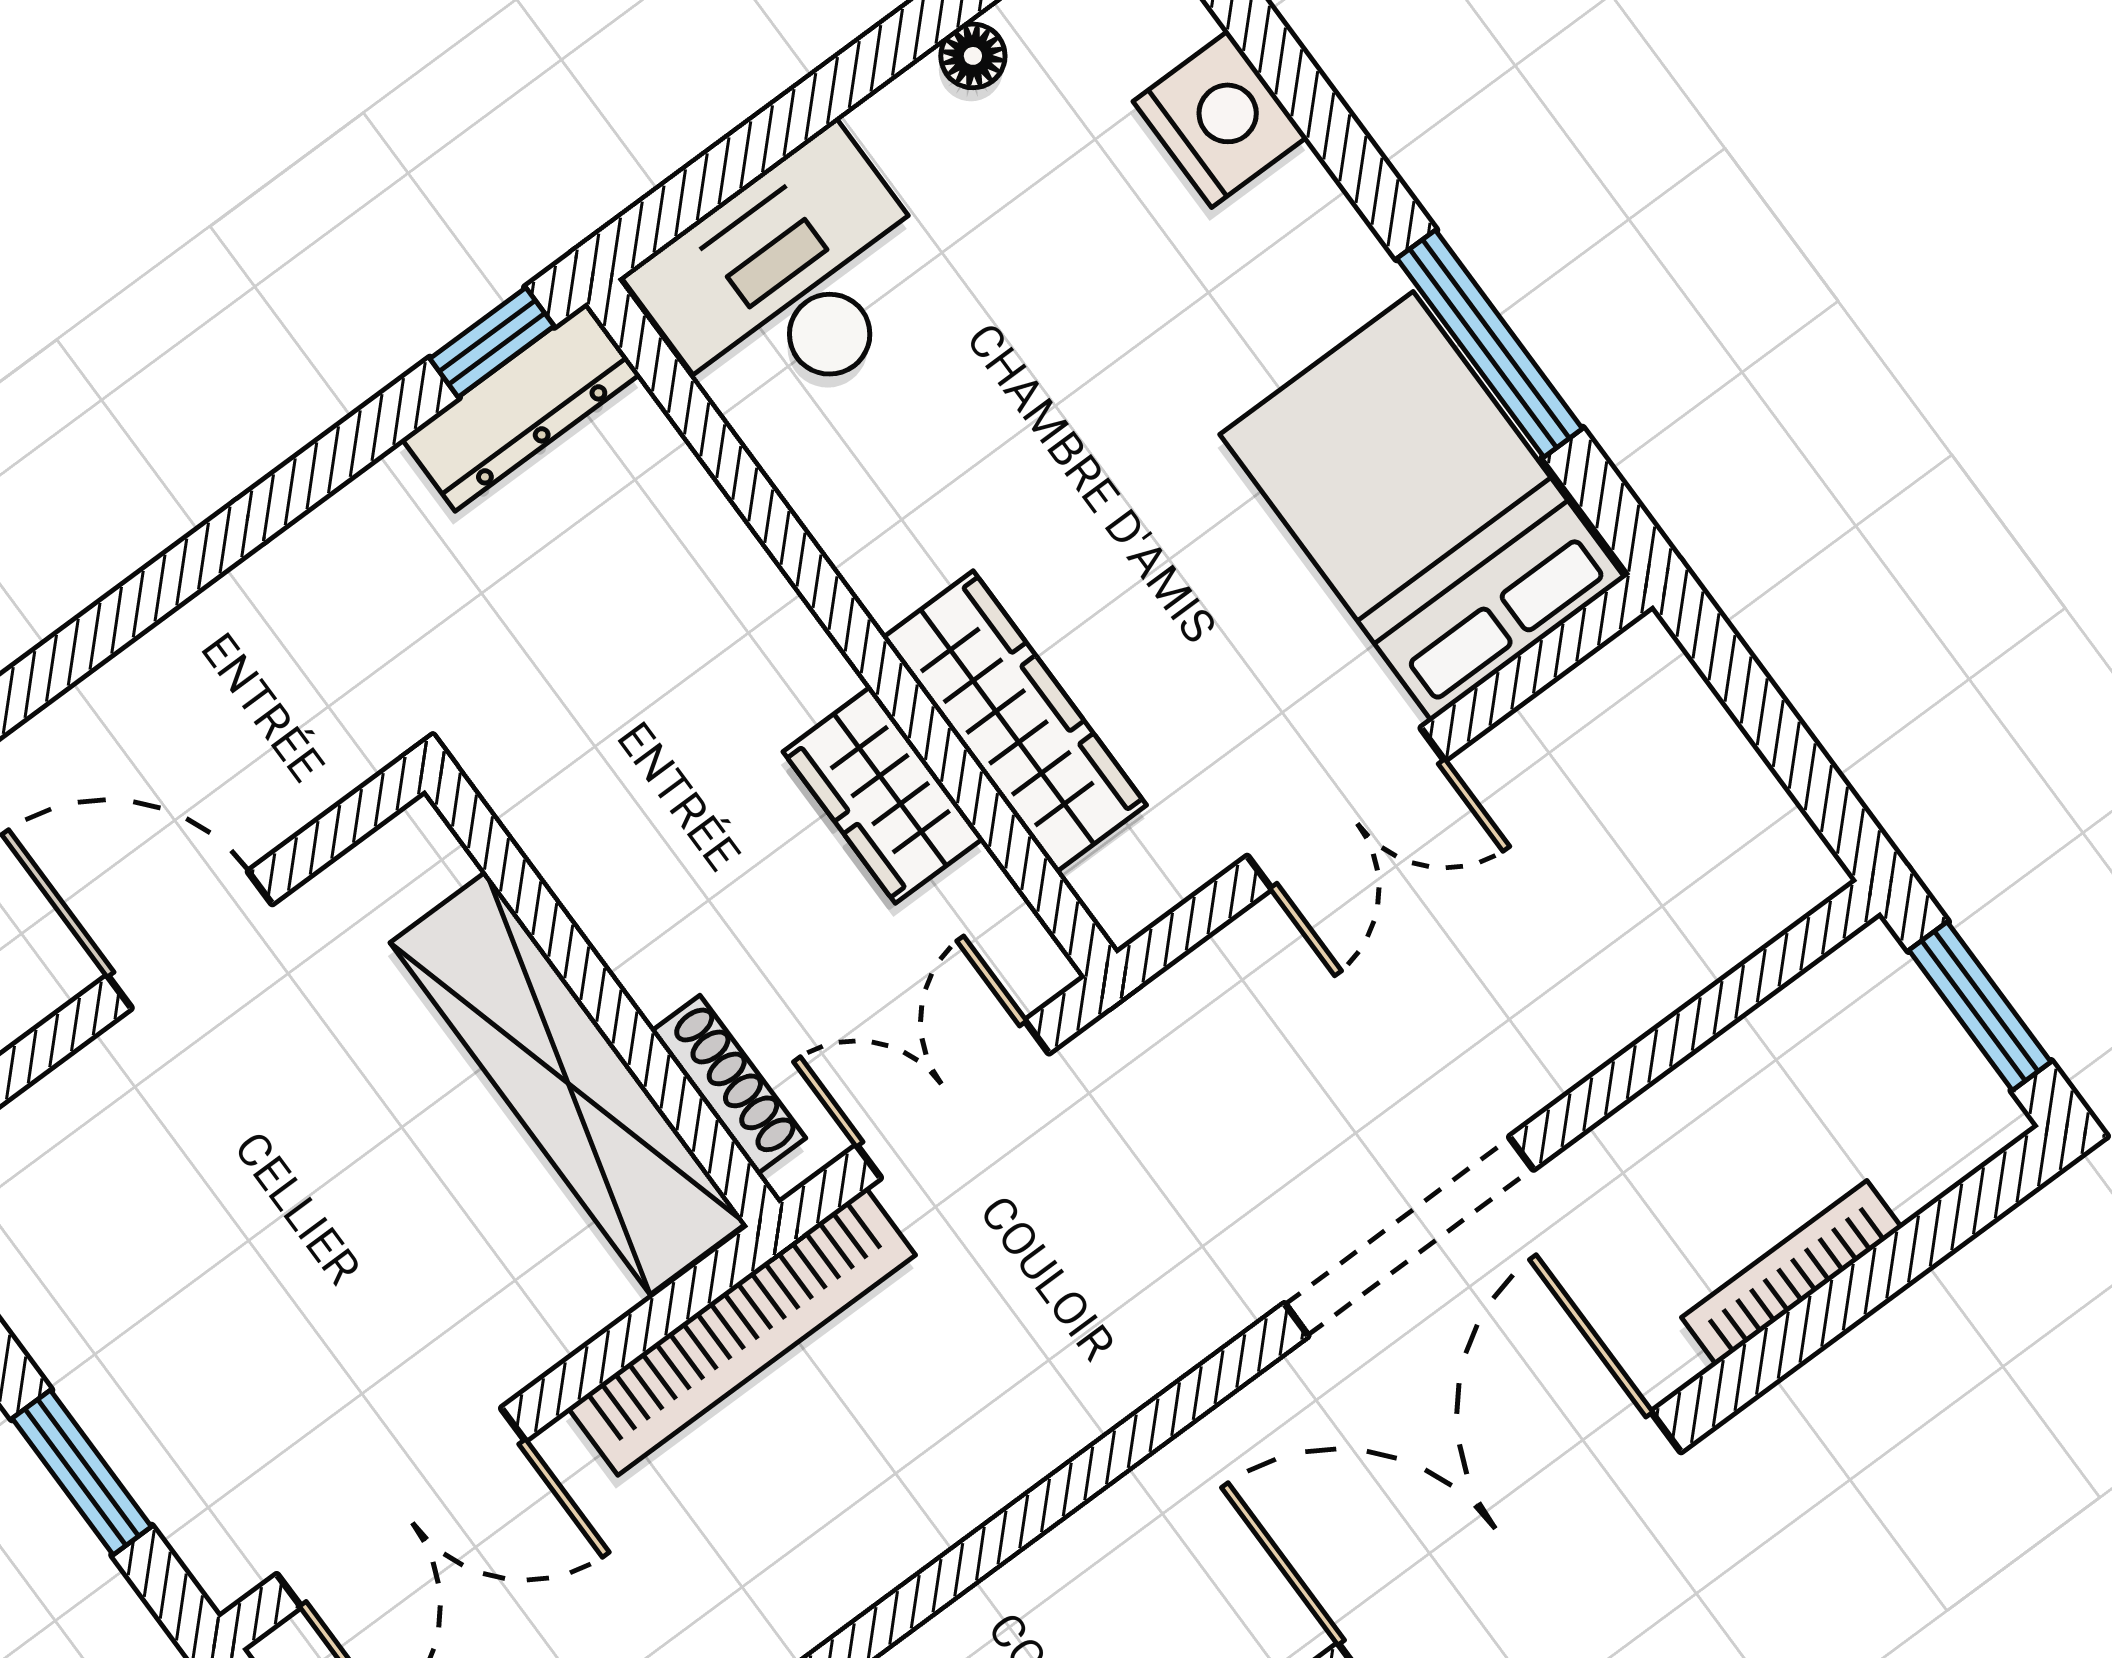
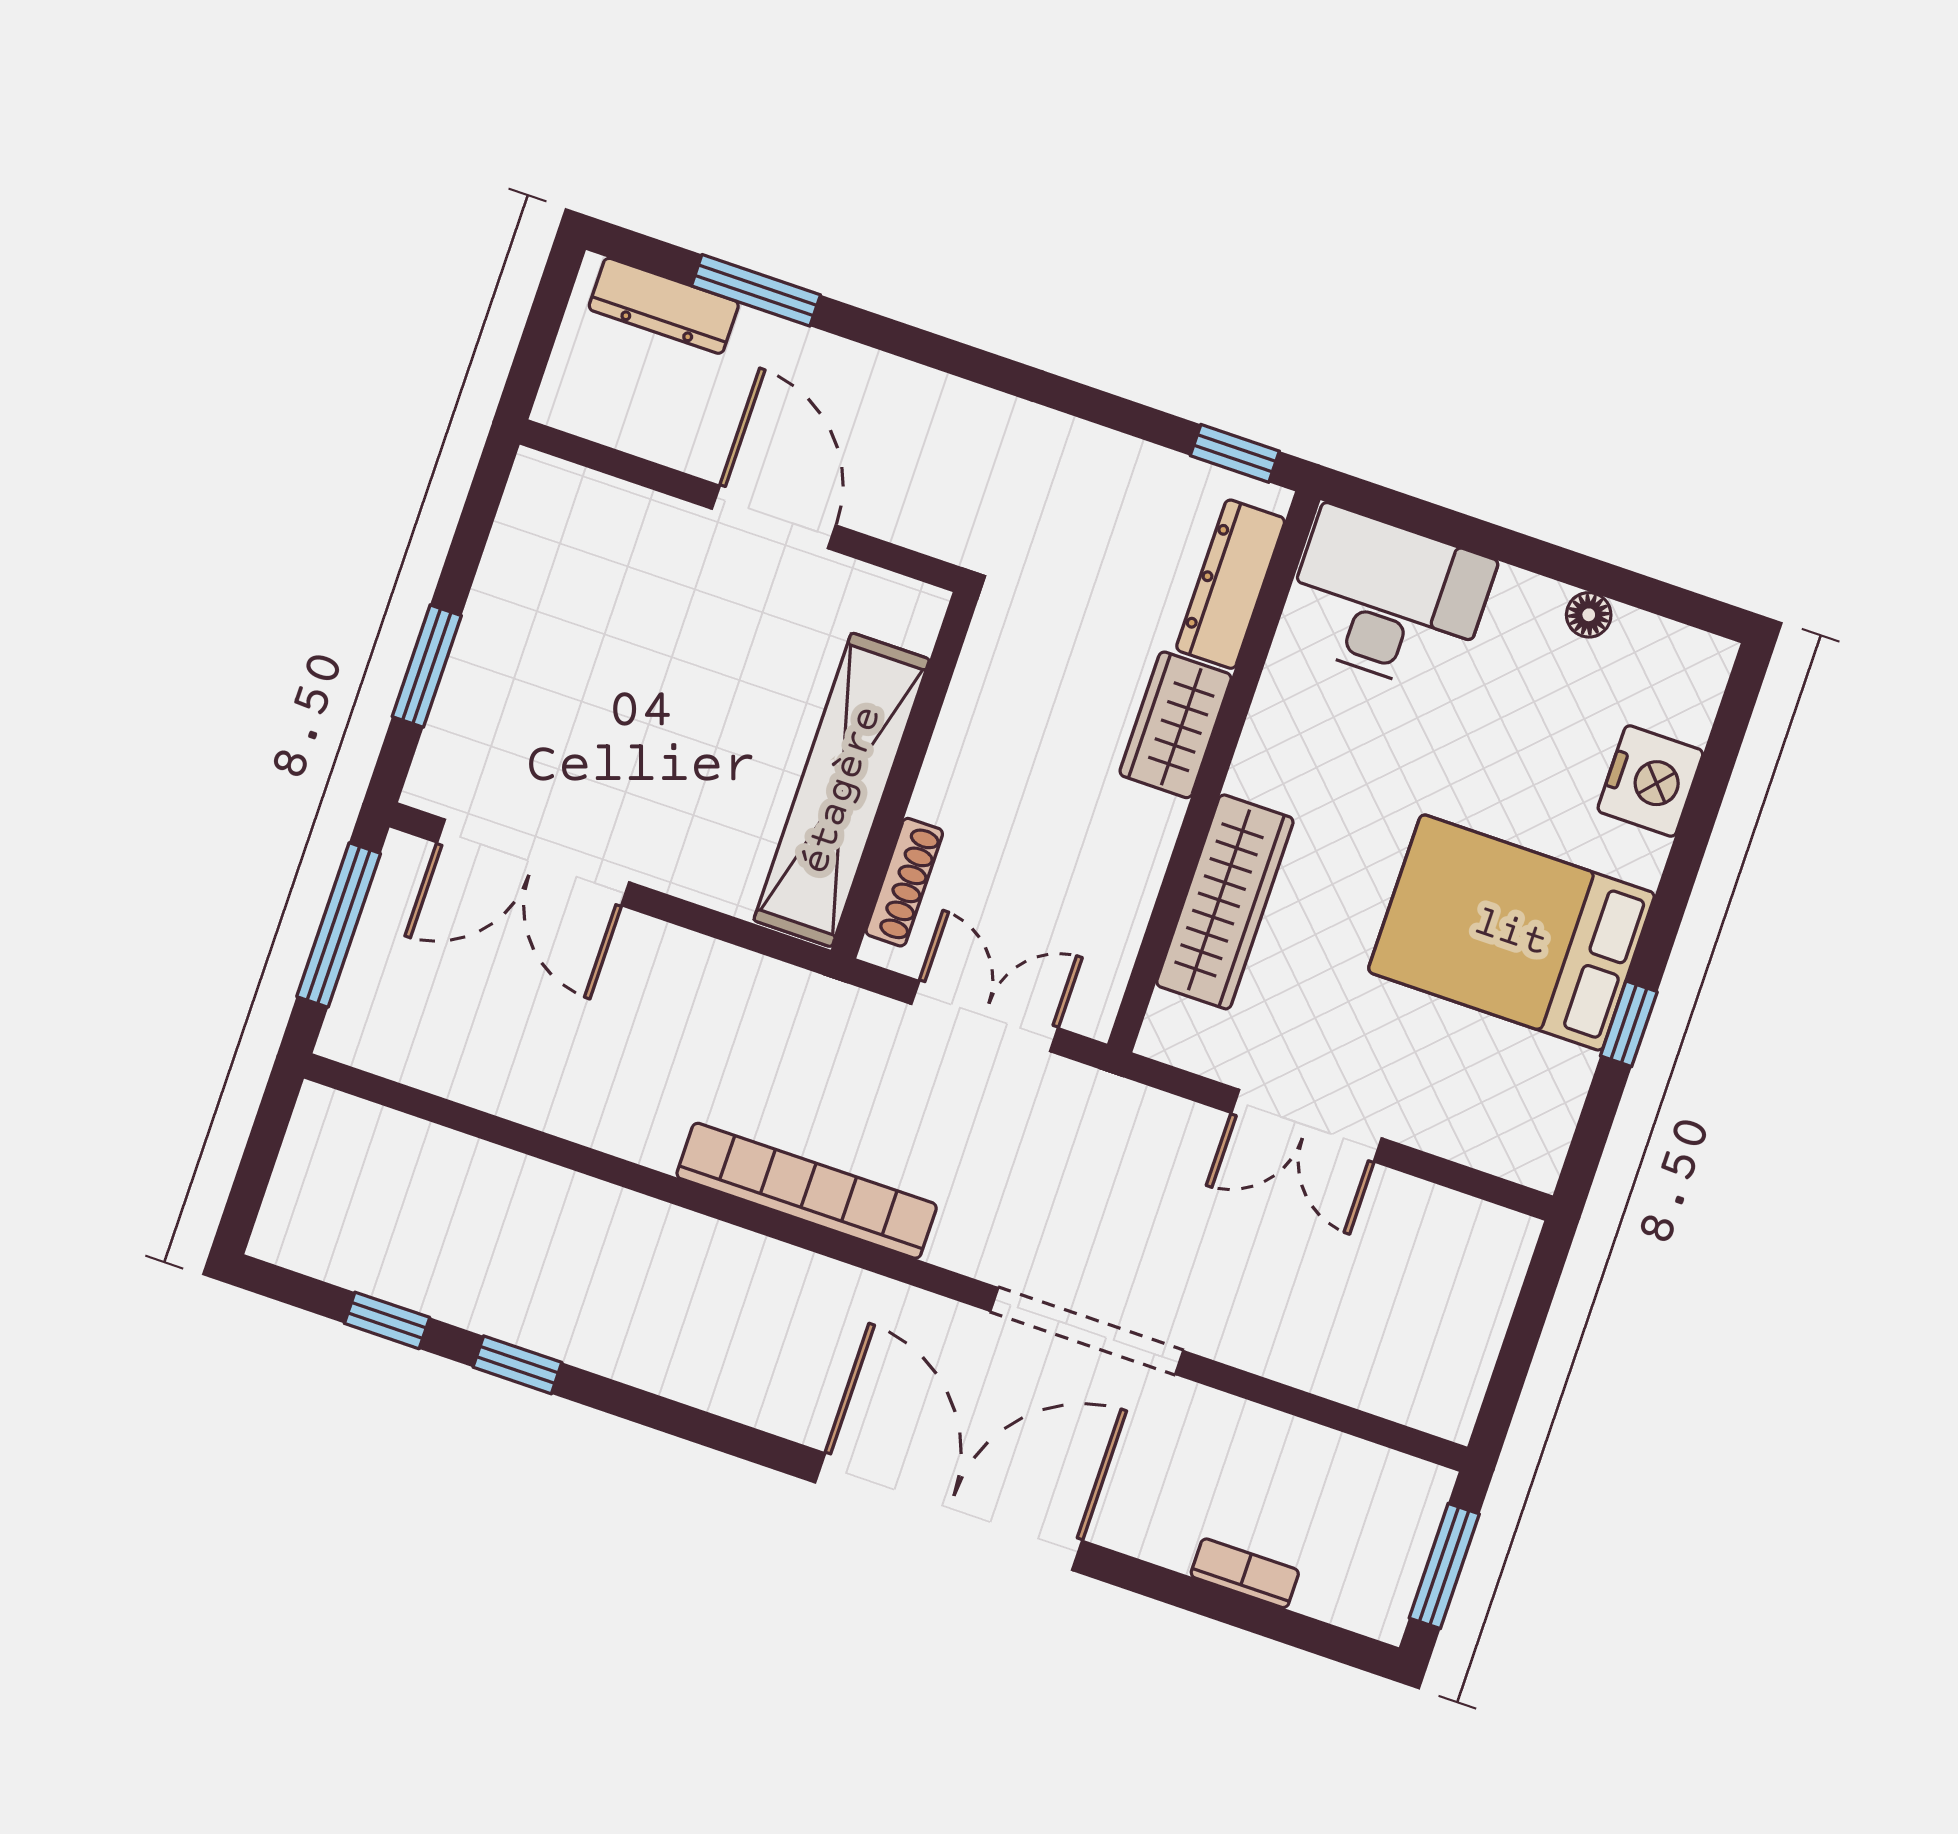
window: (1490, 344) -> (1629, 1024), width x0.46
dresser: (521, 407) -> (1231, 584), moved, turned 90
bed: (1422, 506) -> (1511, 933), moved, turned -90
wardrobe: (883, 795) -> (1176, 725), moved
bookcase: (1792, 1273) -> (1245, 1573), width x0.64
bookcase: (742, 1331) -> (807, 1191), moved, turned 180

